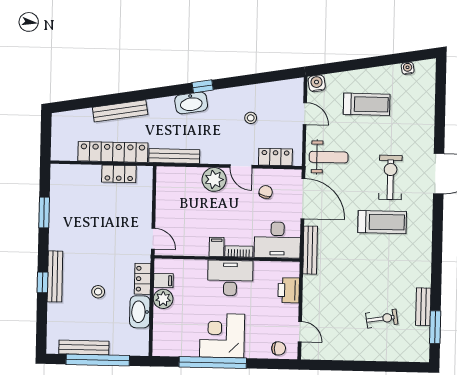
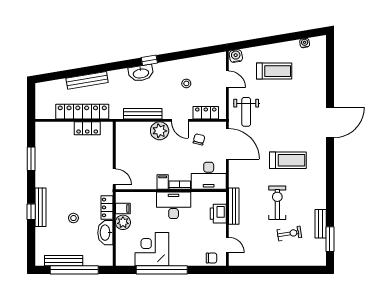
bench: (174, 156) -> (143, 114), moved
weight bench: (329, 157) -> (246, 112), turned 90
exercise bike: (390, 177) -> (277, 203), moved
bench: (310, 250) -> (234, 206), moved
corner desk: (222, 336) -> (152, 249), moved

